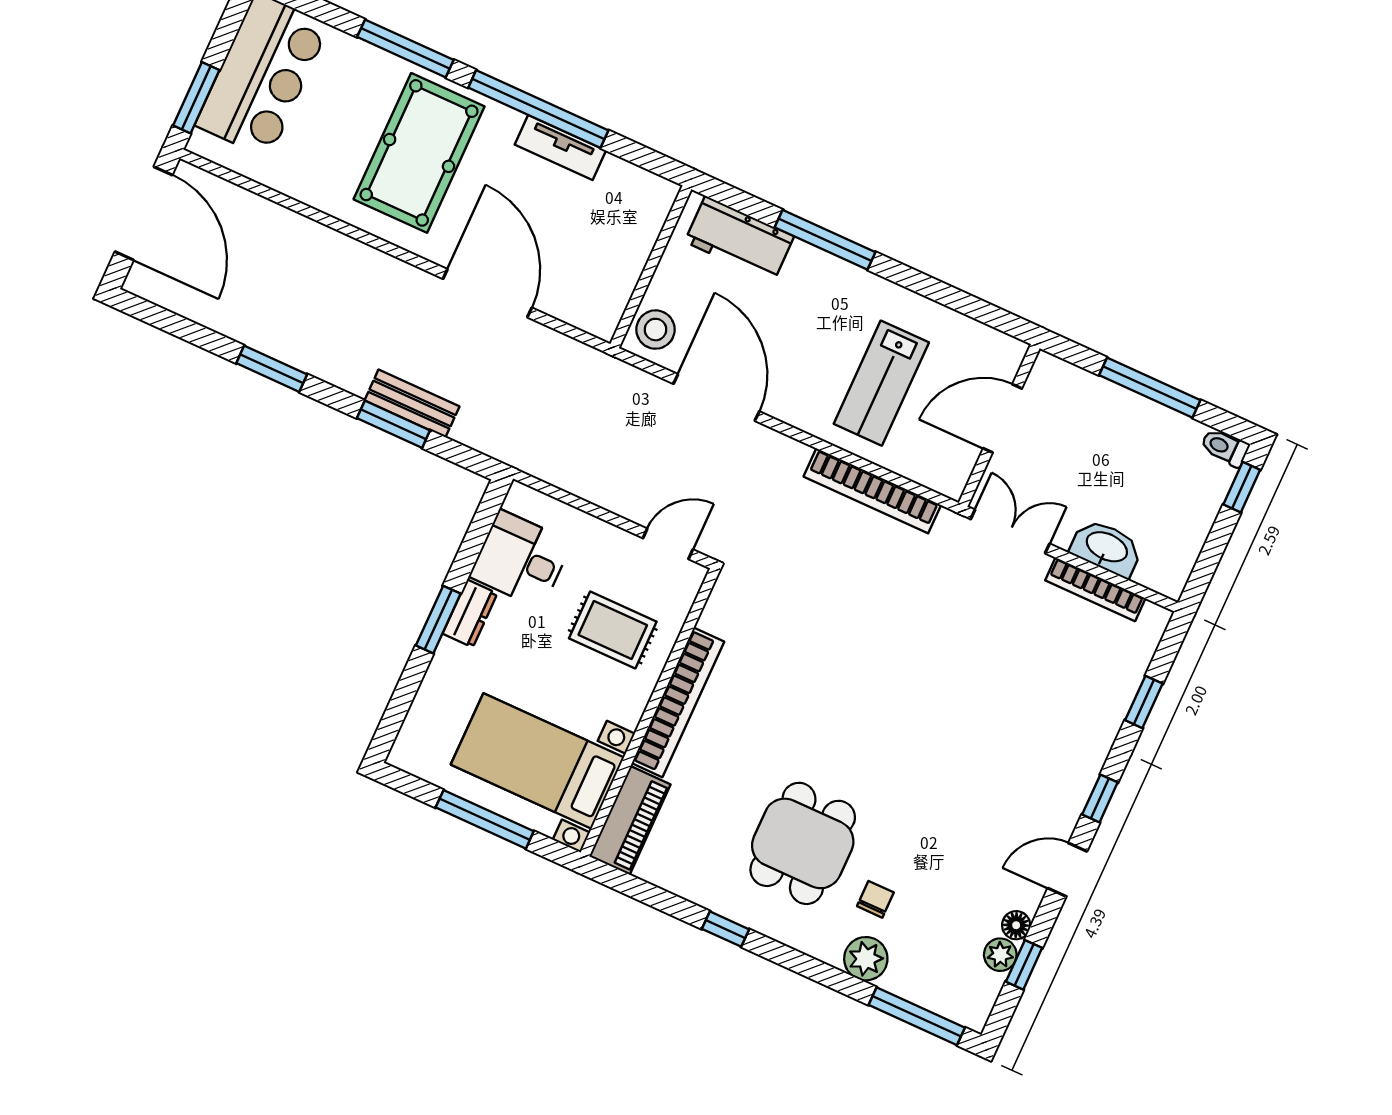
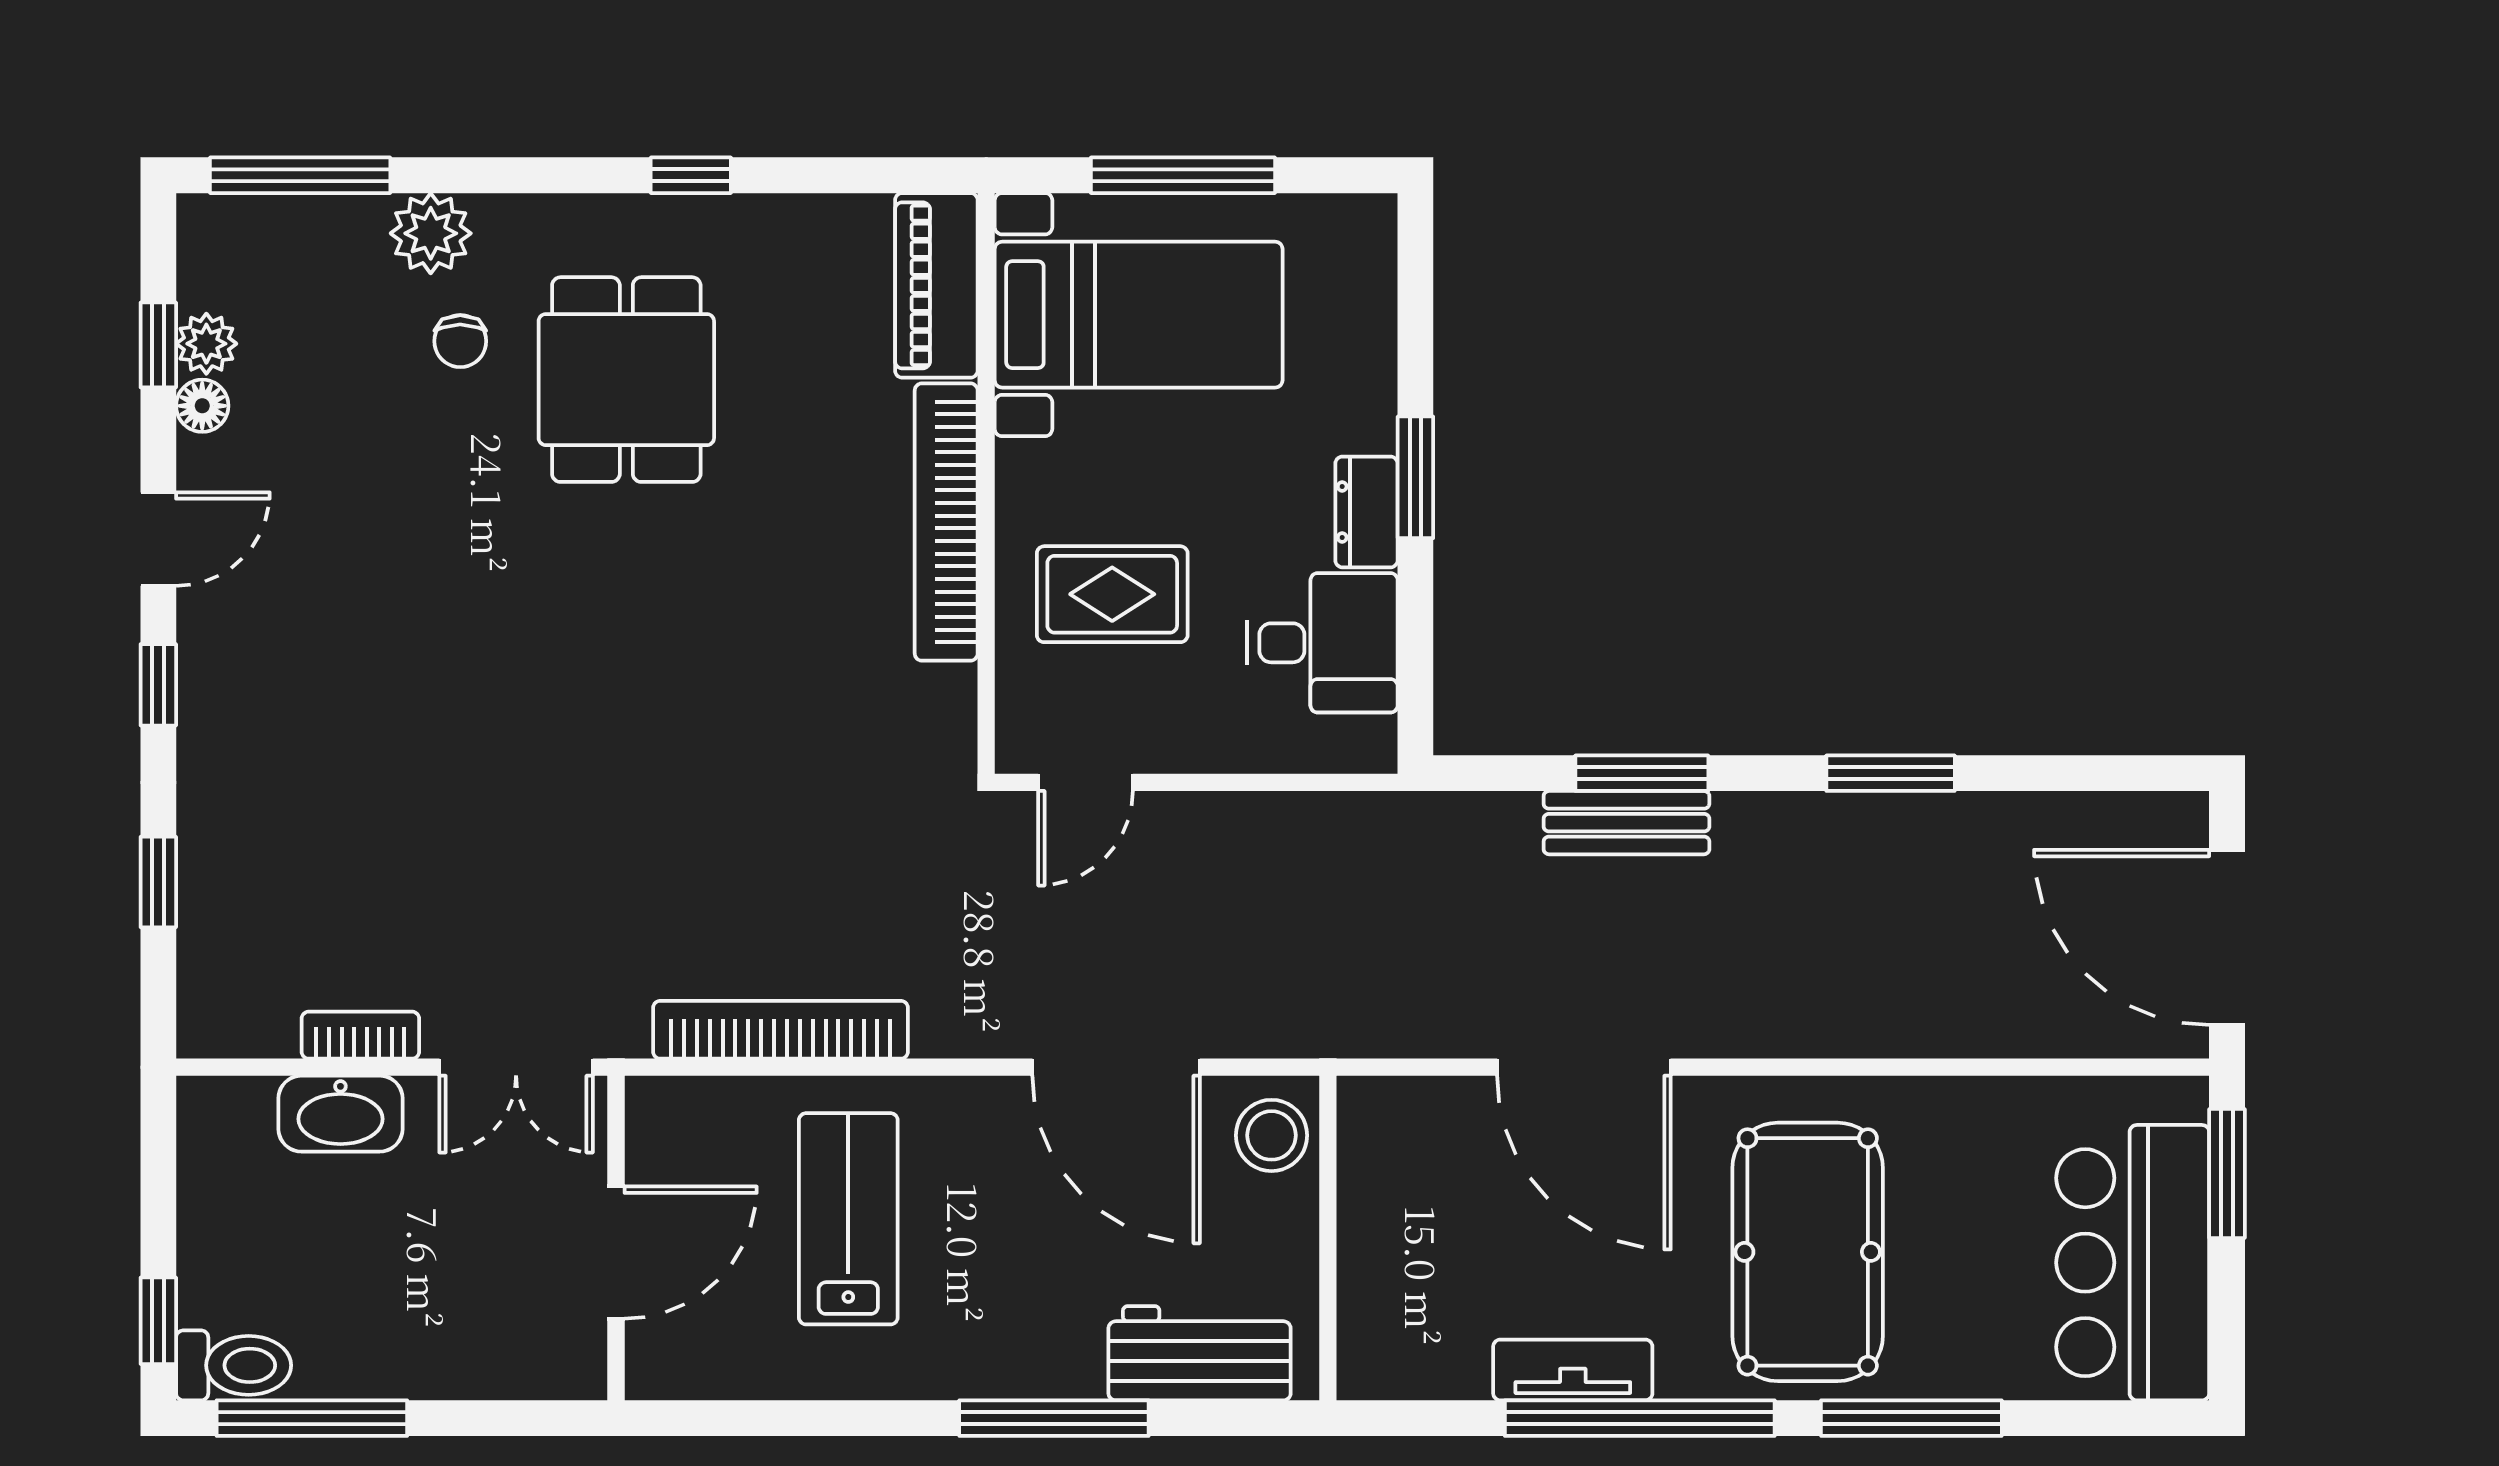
window: (1150, 388) -> (312, 1418), moved
toilet: (1225, 447) -> (234, 1365), width x1.37, depth x1.39
bookcase: (1095, 589) -> (360, 1035), width x0.64

